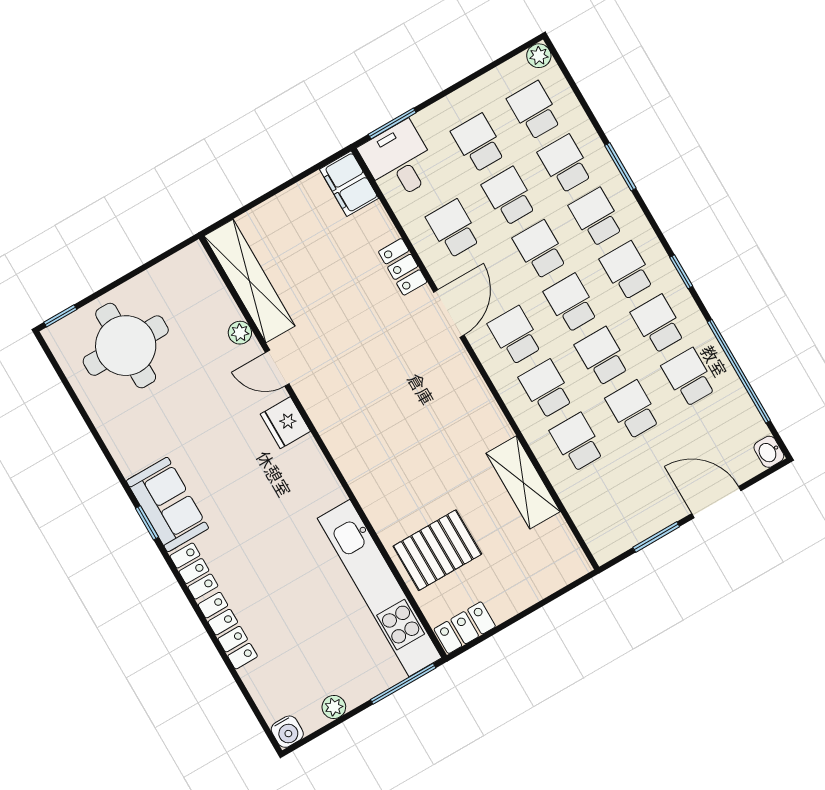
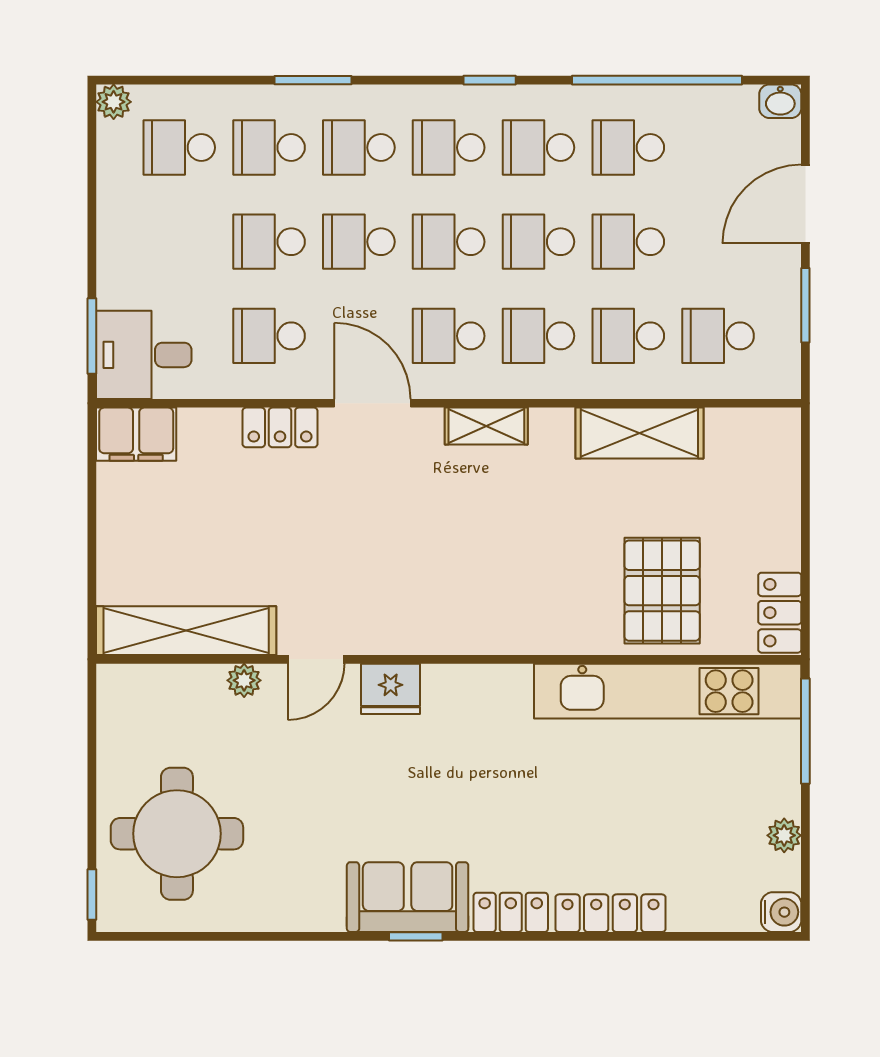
school desk: (478, 143) -> (718, 336), moved
shelving: (475, 389) -> (486, 426), added

